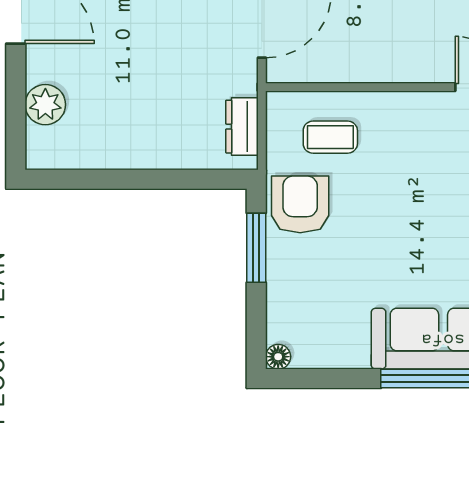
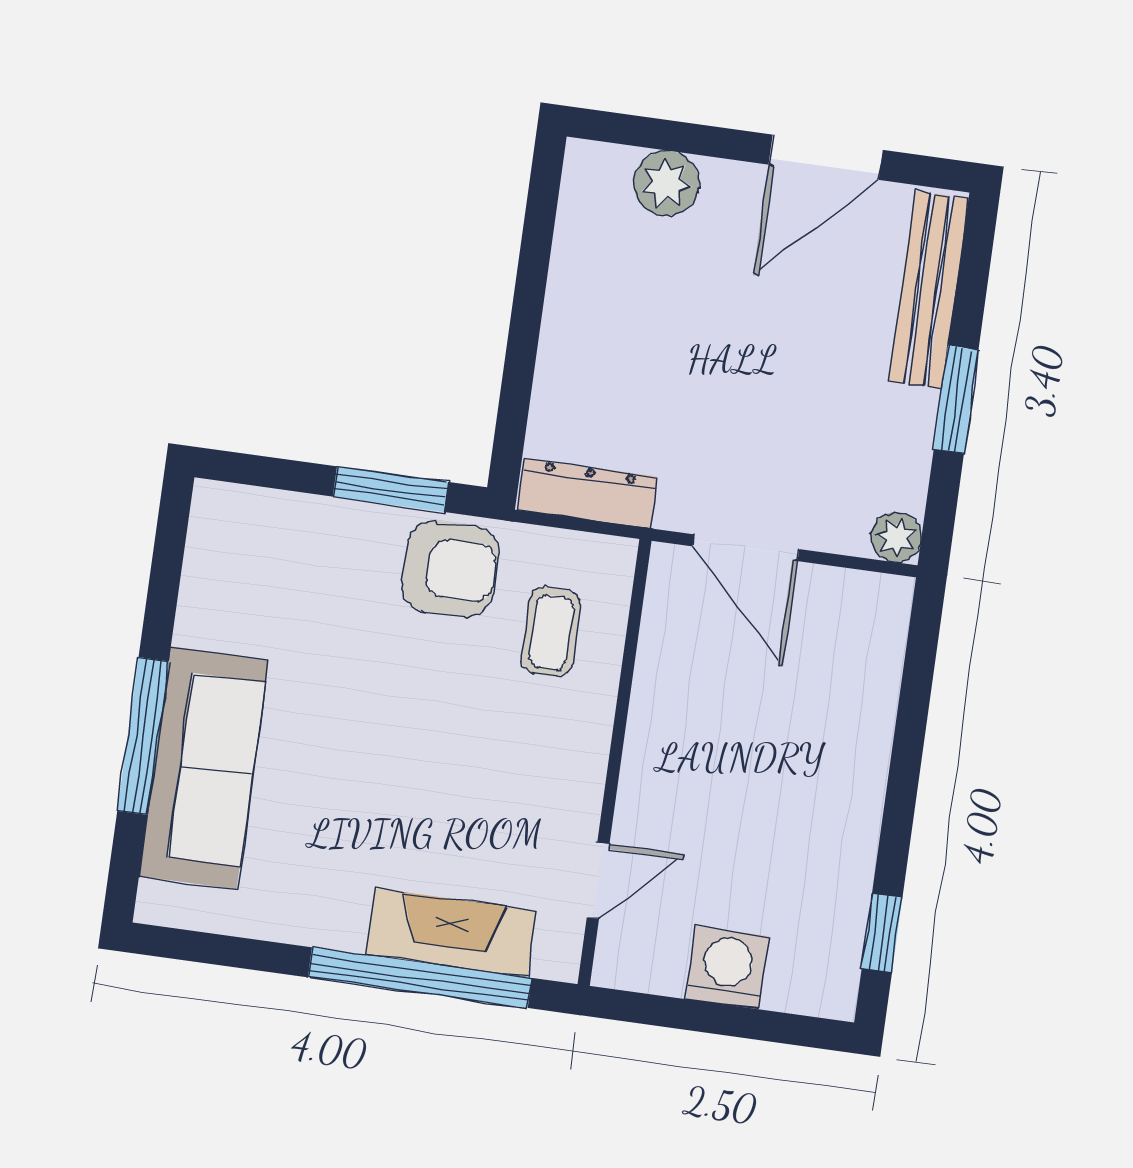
dresser: (242, 127) -> (588, 493), width x1.44
floor lamp: (278, 357) -> (211, 500), removed

